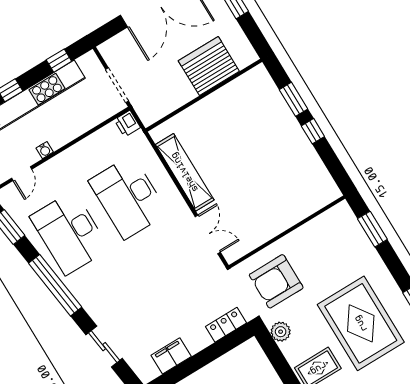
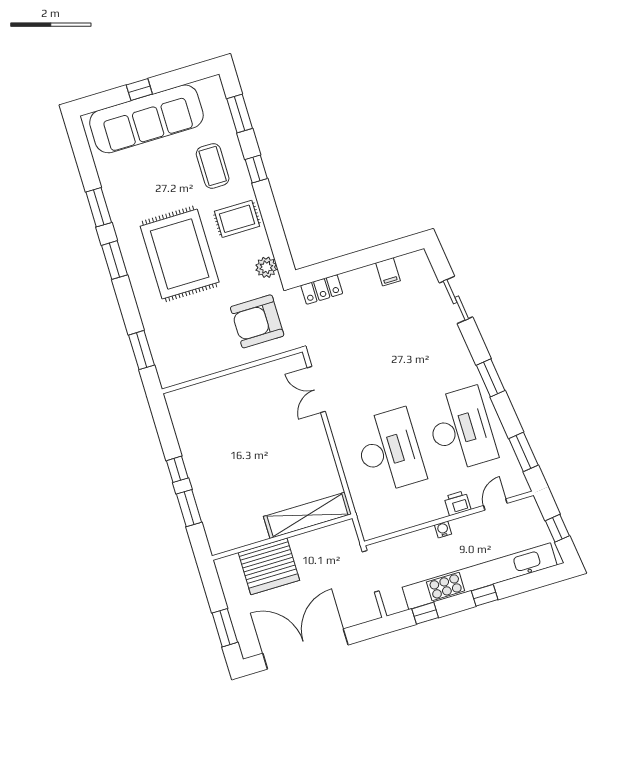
printer: (127, 124) -> (457, 503), moved, turned -90
water cooler: (45, 150) -> (443, 529), moved
shelving: (185, 172) -> (307, 515), moved, turned 90
armchair: (276, 281) -> (257, 321), turned 180
window: (55, 285) -> (491, 378), width x0.47
filing cabinet: (171, 356) -> (388, 272), width x0.50

